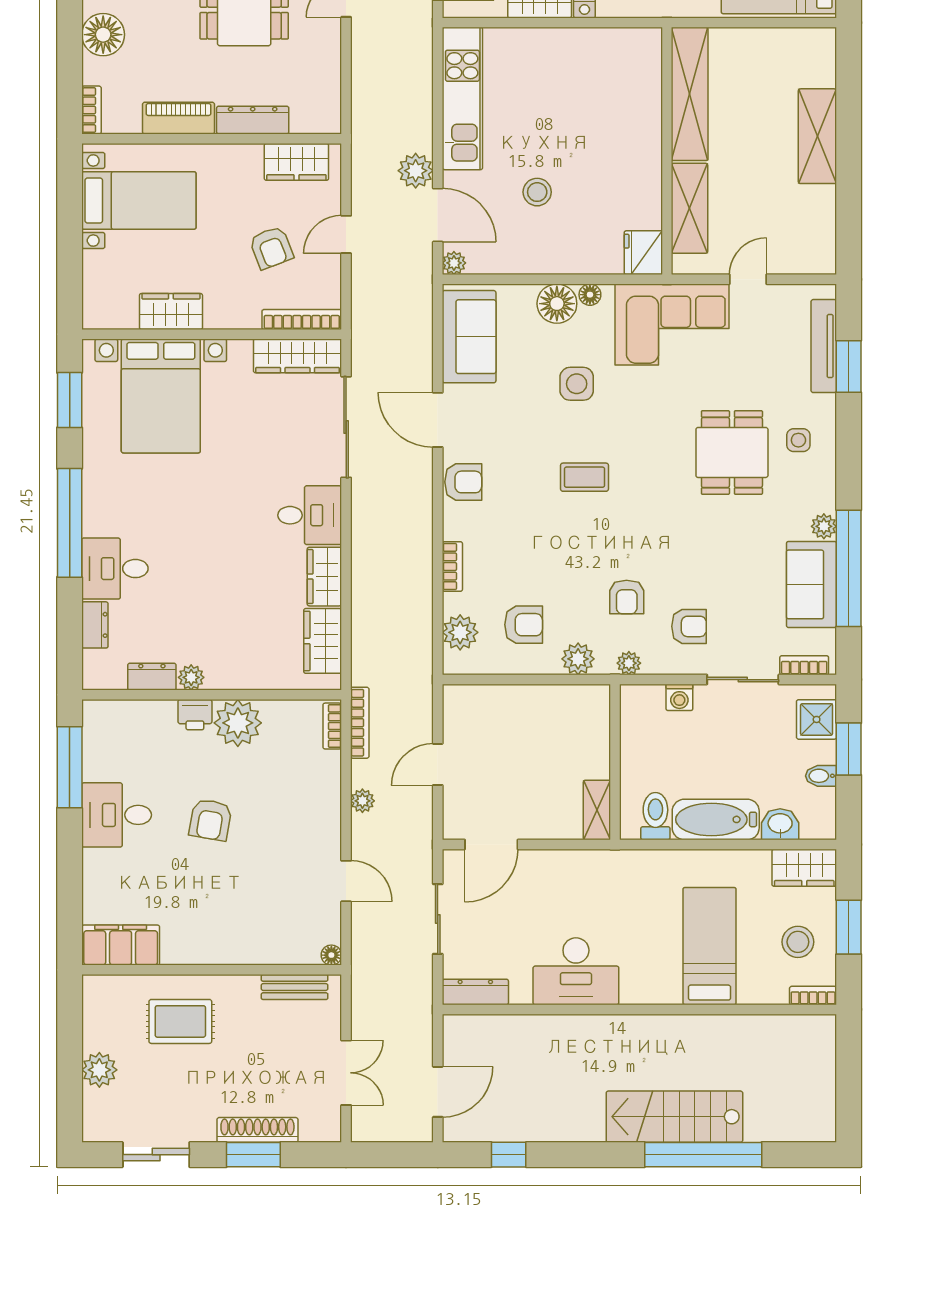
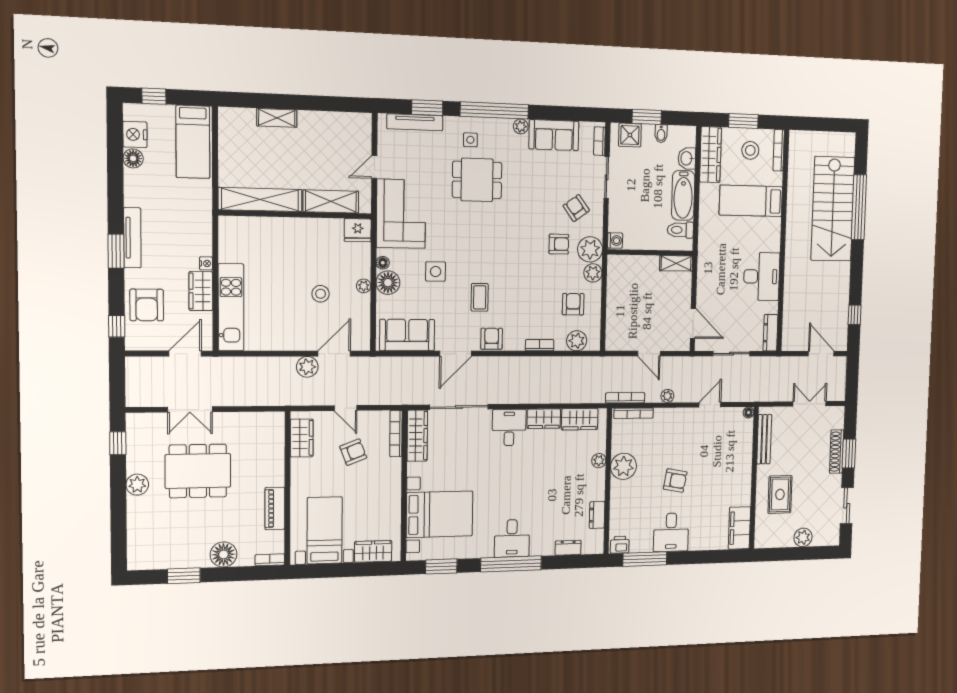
kitchen unit: (462, 98) -> (231, 307), moved, turned 90
dresser: (253, 120) -> (276, 464), removed
shelving: (817, 136) -> (277, 118), width x0.67, depth x0.75
plant: (454, 263) -> (364, 286), moved
door: (748, 279) -> (374, 167), hinge flipped
wardrobe: (171, 311) -> (373, 551), moved, turned 90
coffee table: (585, 477) -> (480, 297), moved
window: (849, 568) -> (494, 111), moved
desk: (115, 569) -> (512, 538), moved
armchair: (689, 626) -> (576, 208), turned -36
plant: (629, 663) -> (590, 249), width x1.87, depth x1.87
plant: (191, 677) -> (599, 461), moved
washing machine: (679, 697) -> (615, 241), moved
printer: (195, 715) -> (620, 545), moved, turned -90
bookcase: (332, 726) -> (634, 413), width x1.56
wardrobe: (804, 868) -> (710, 155), width x1.50
bench: (295, 987) -> (764, 439), width x1.36
bookcase: (813, 996) -> (779, 150), width x1.56
stairs: (674, 1117) -> (833, 209), width x1.36, depth x1.51

